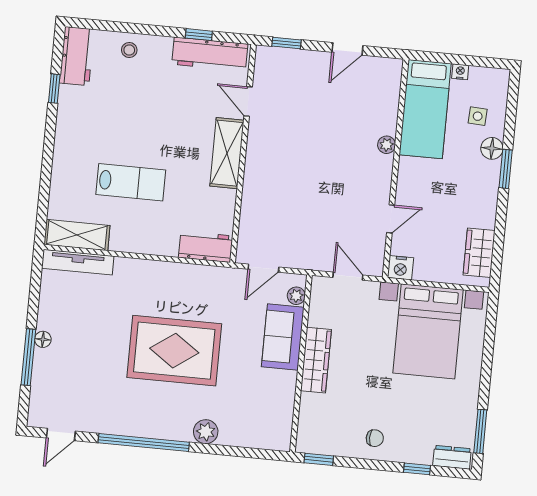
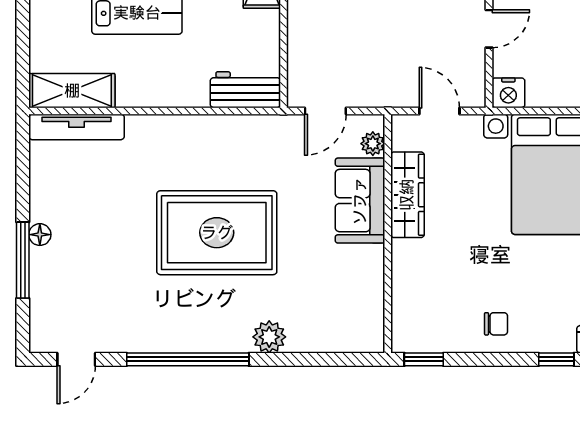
wardrobe: (316, 360) -> (407, 195), moved

